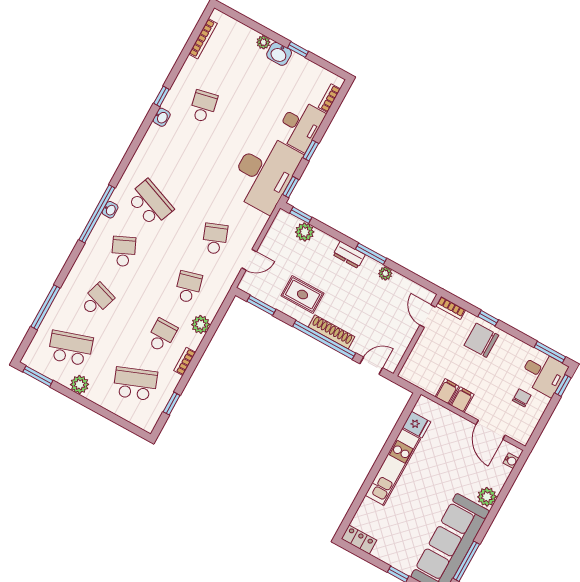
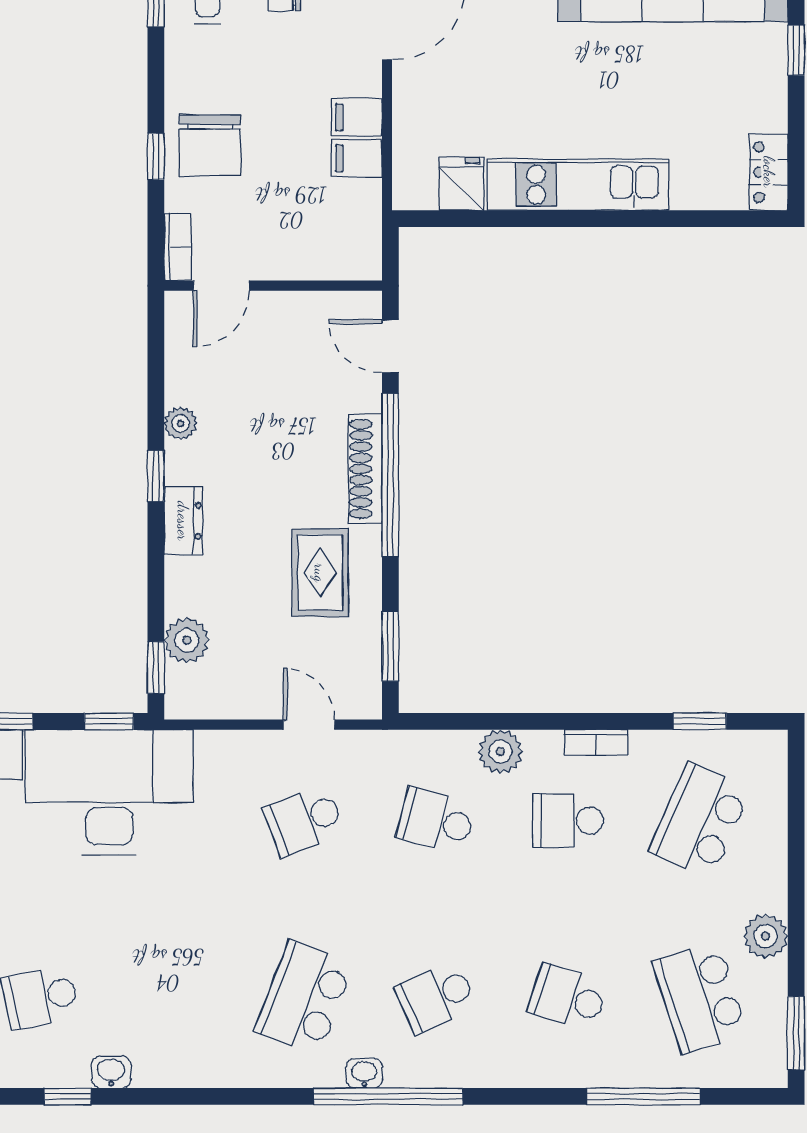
window: (371, 254) -> (156, 476), width x0.67
school desk: (188, 287) -> (436, 820), turned 30
school desk: (135, 384) -> (700, 820), turned 45

